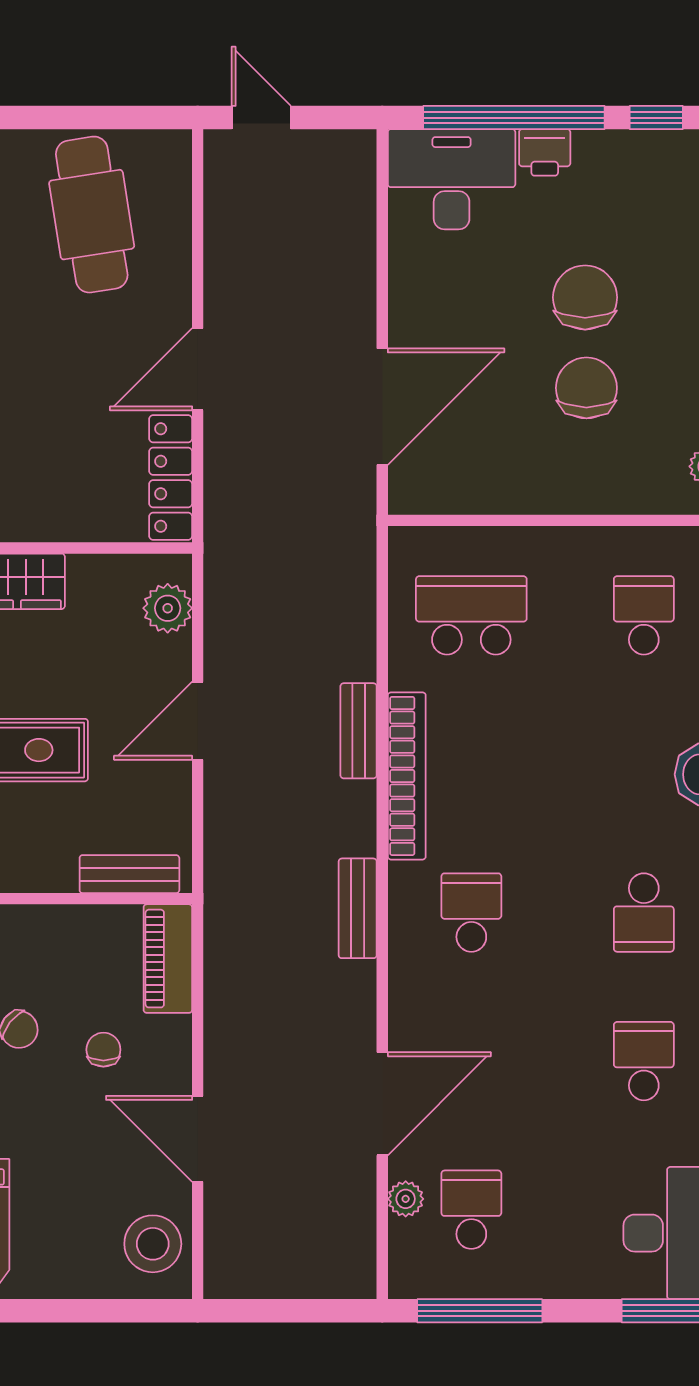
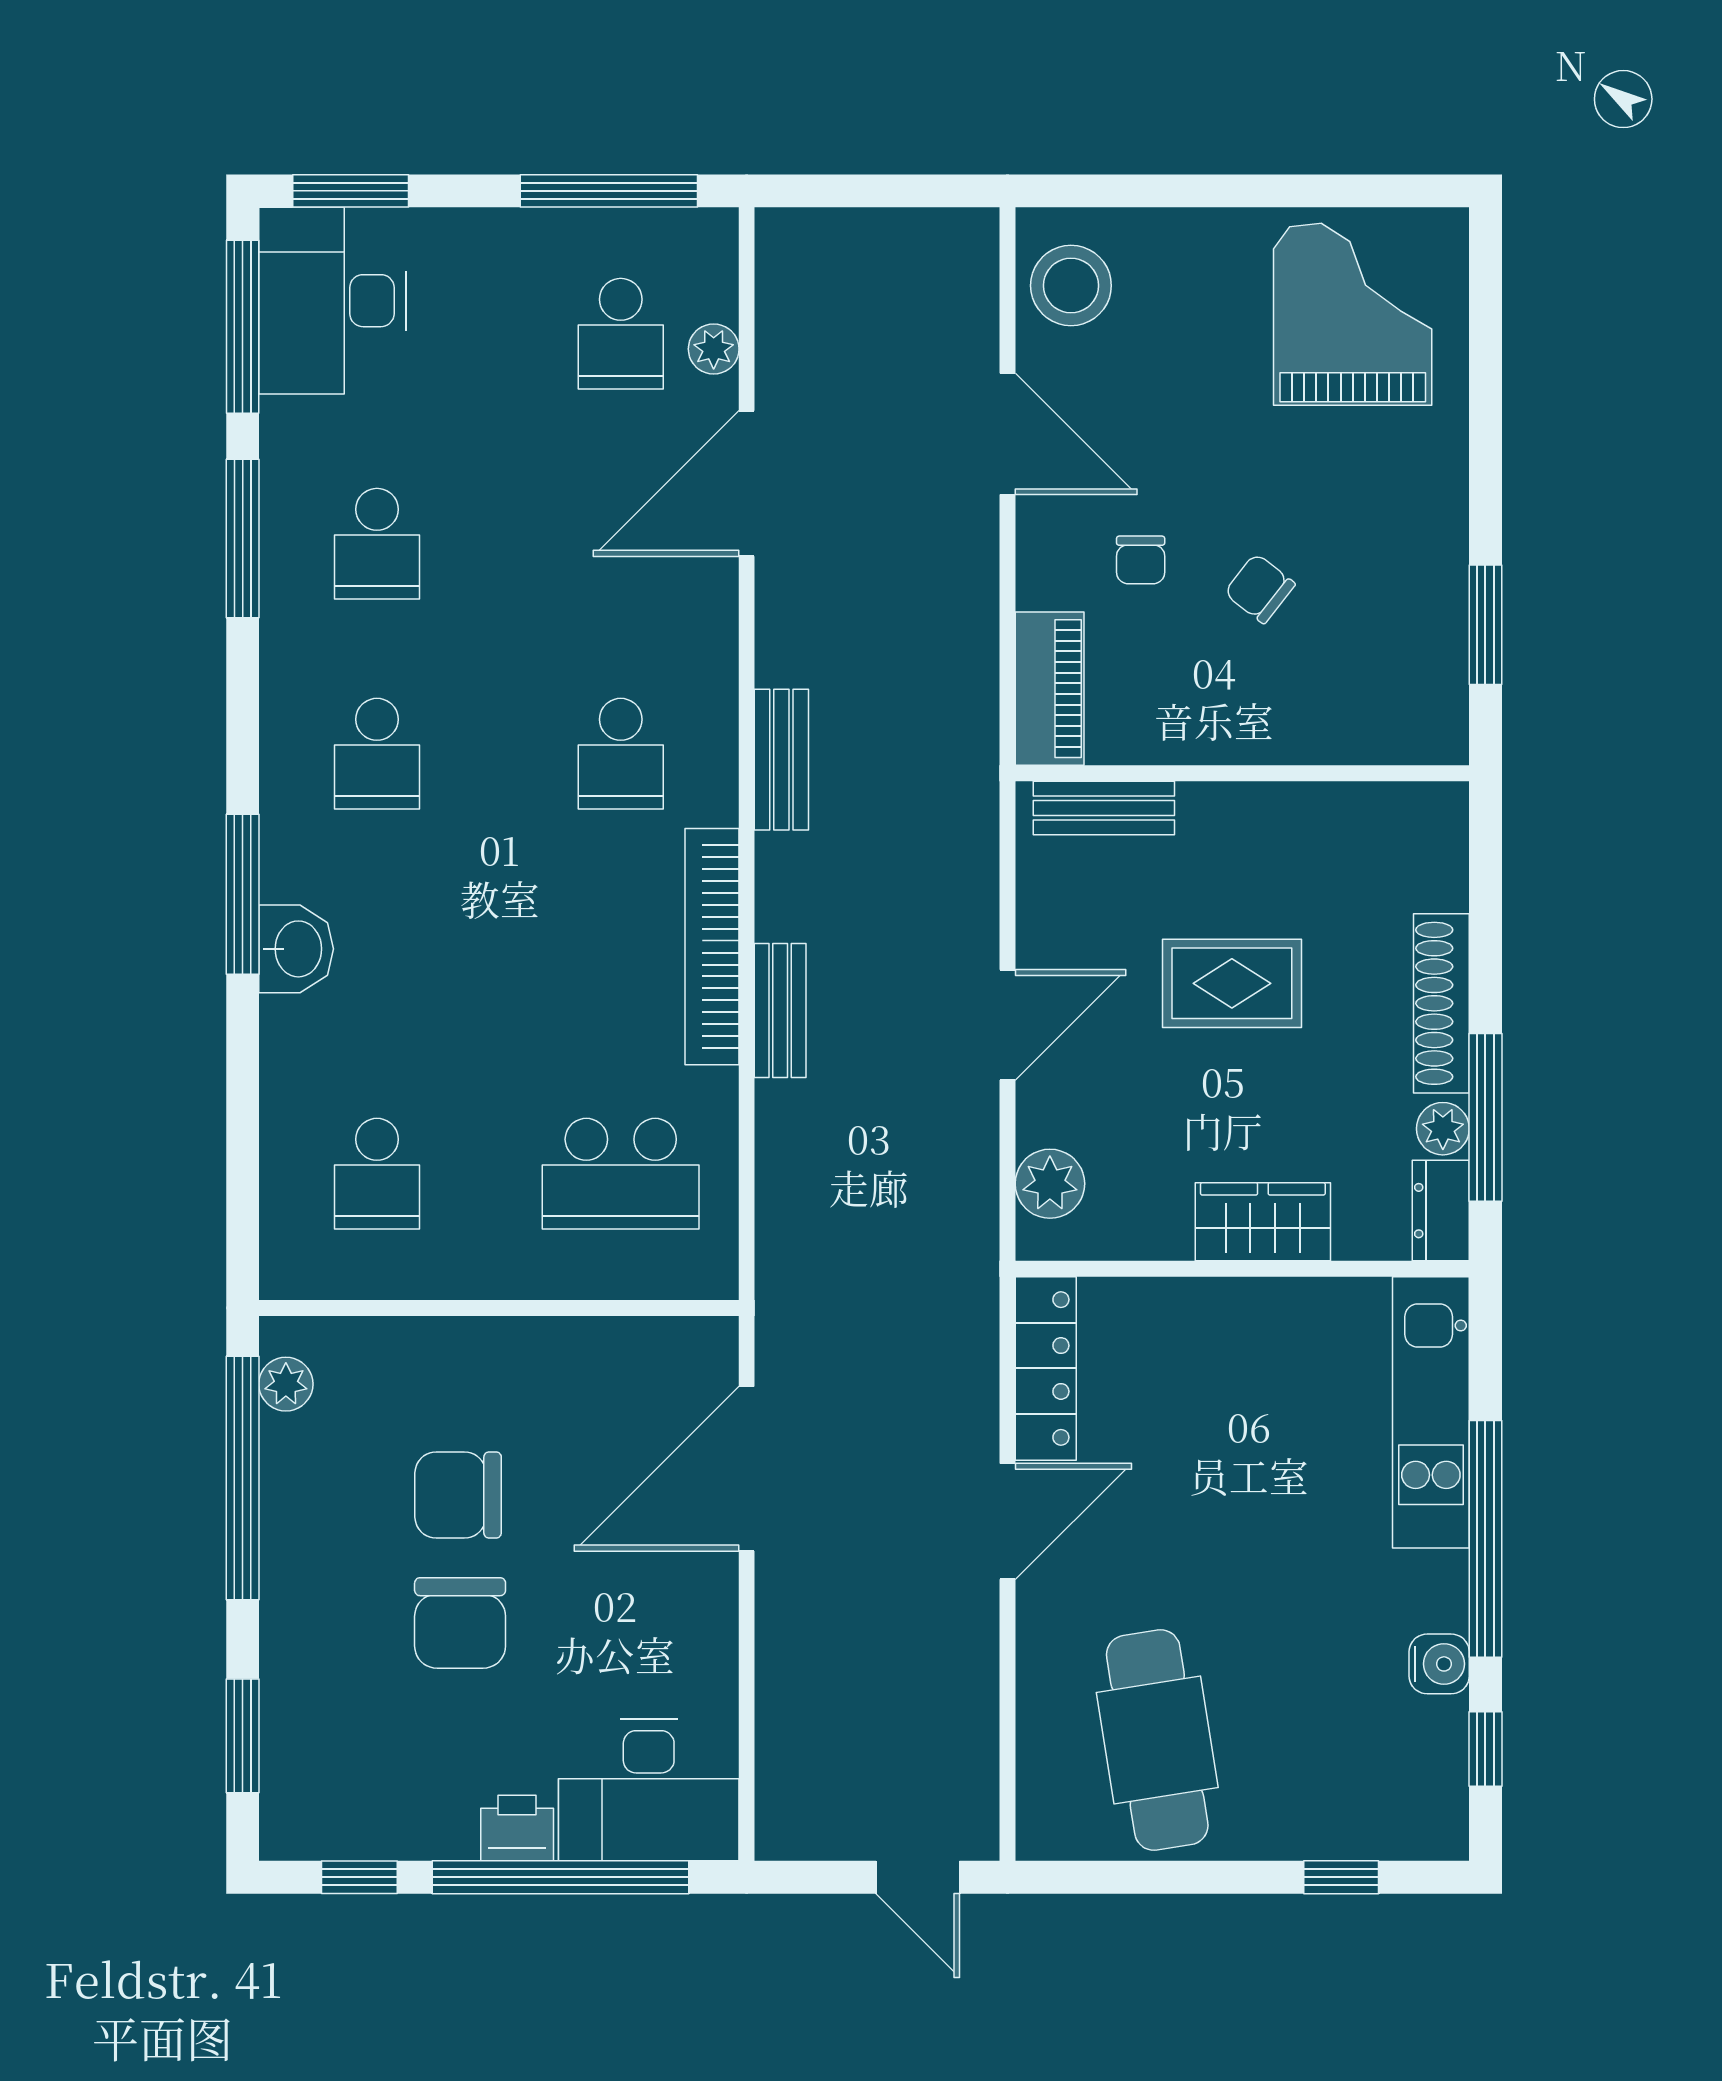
chair: (586, 388) -> (458, 1495), turned 90
school desk: (644, 913) -> (377, 754), turned 180

